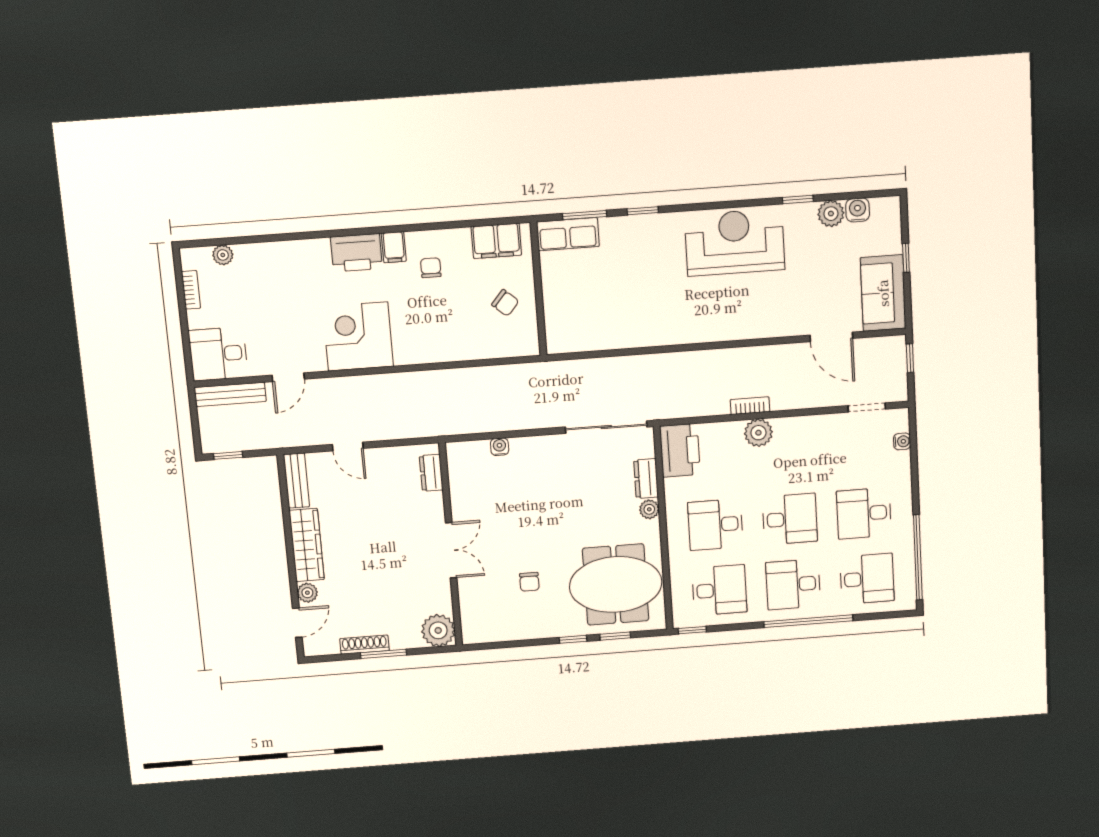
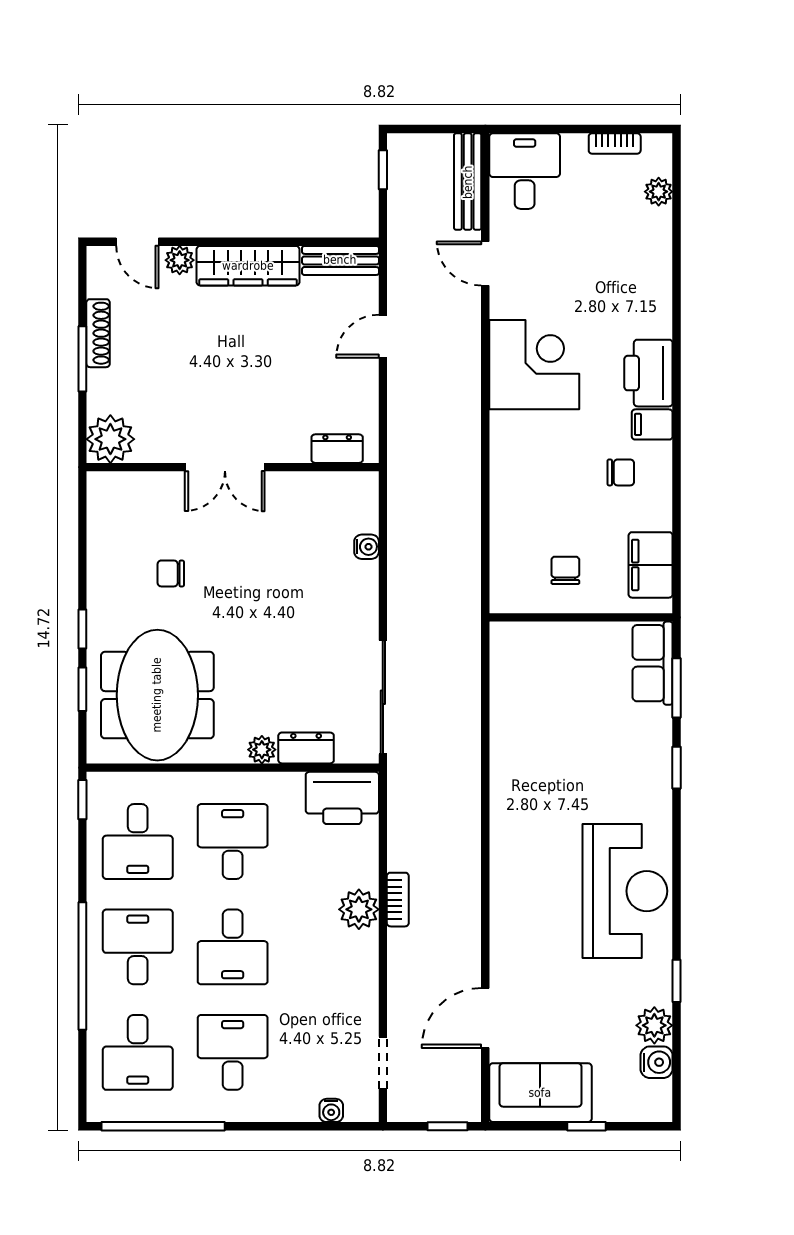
chair: (505, 303) -> (565, 570), turned 139

